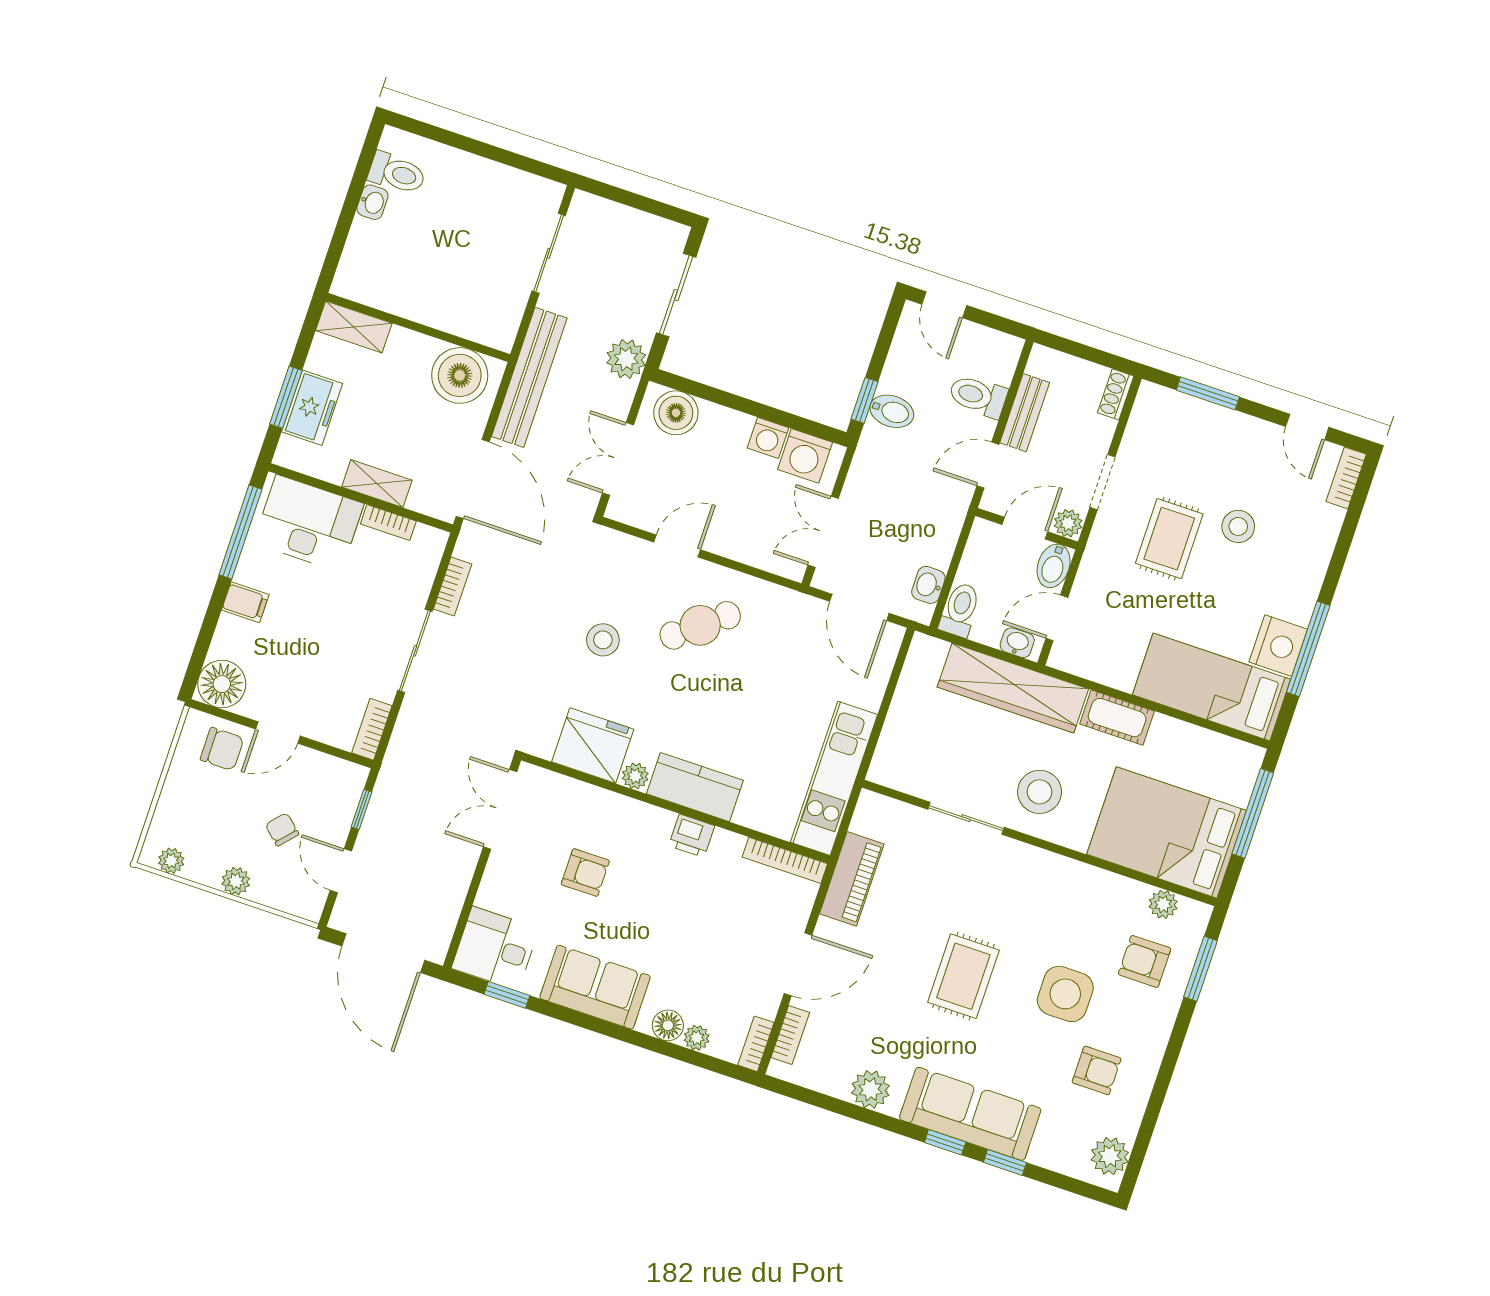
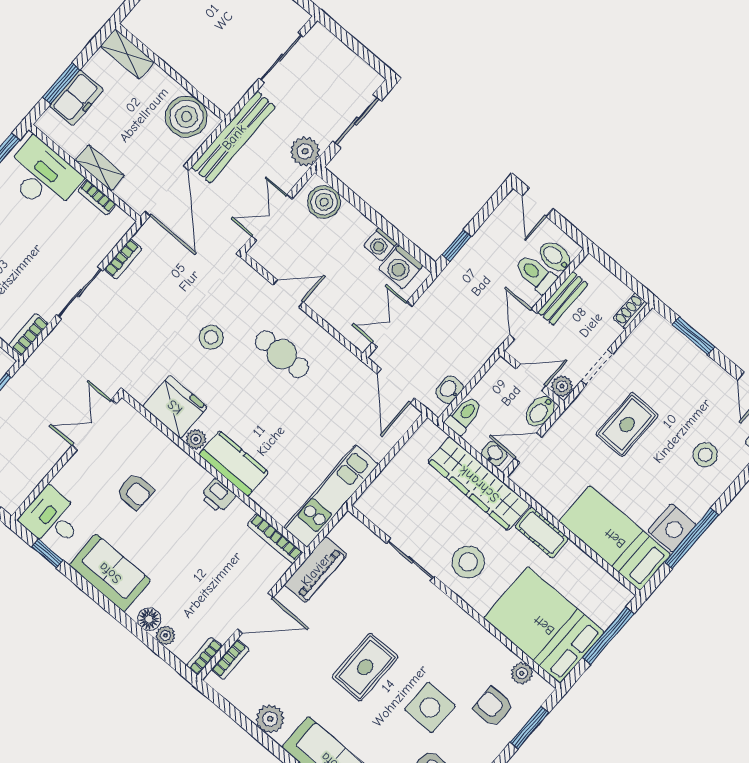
bidet: (892, 411) -> (555, 257), moved, turned 180
door: (988, 465) -> (523, 324), hinge flipped
stool: (1238, 526) -> (705, 455), moved
cafe table: (700, 625) -> (282, 354), turned 37

